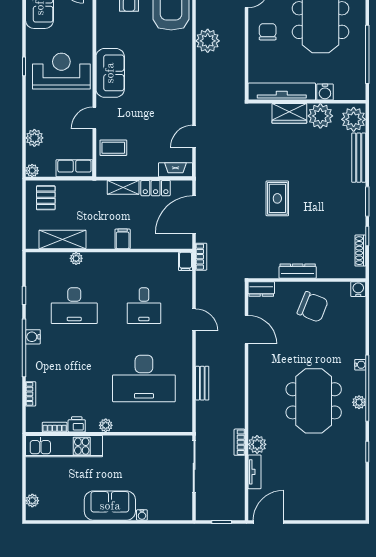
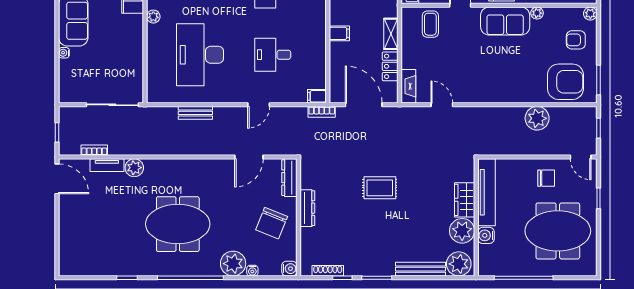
plant: (102, 41) -> (537, 13), added
dresser: (261, 289) -> (289, 178), width x1.44
water cooler: (360, 365) -> (252, 271), moved
plant: (359, 402) -> (233, 264), moved, width x1.87, depth x1.87
bookcase: (239, 442) -> (94, 150), moved

